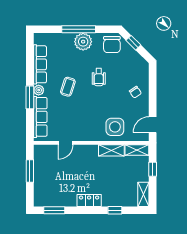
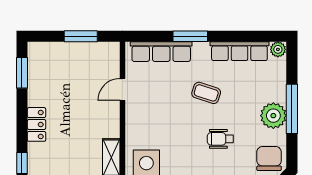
chair: (112, 45) -> (269, 158), turned 90
plant: (39, 90) -> (278, 49), moved
door: (66, 143) -> (122, 89), hinge flipped

